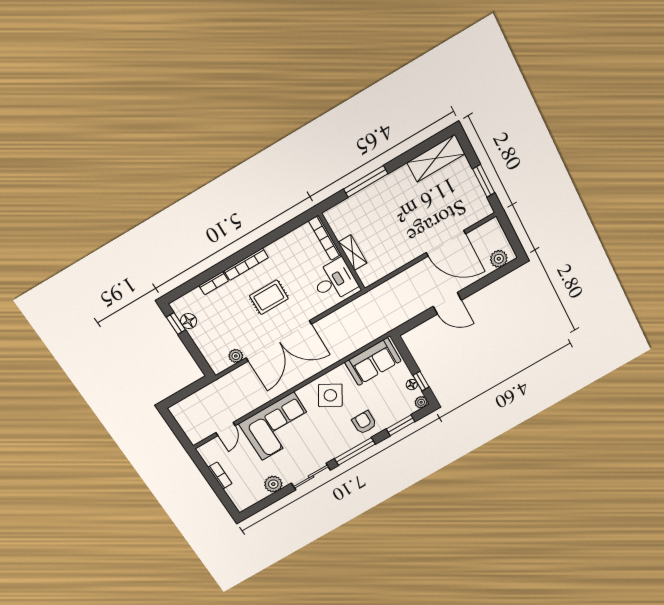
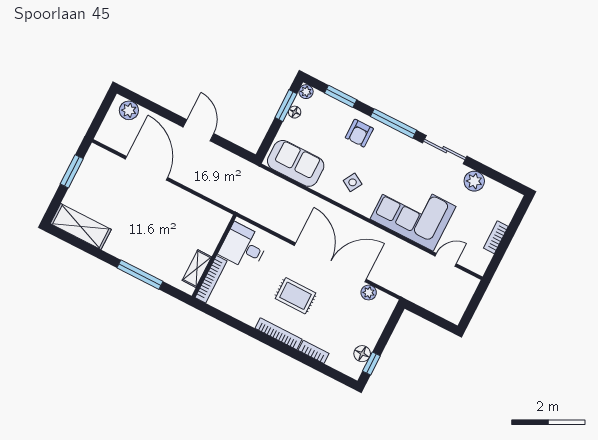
shelving: (353, 253) -> (197, 269), moved
window: (421, 381) -> (286, 106), width x1.50
side table: (330, 395) -> (353, 182), width x0.54, depth x0.54

